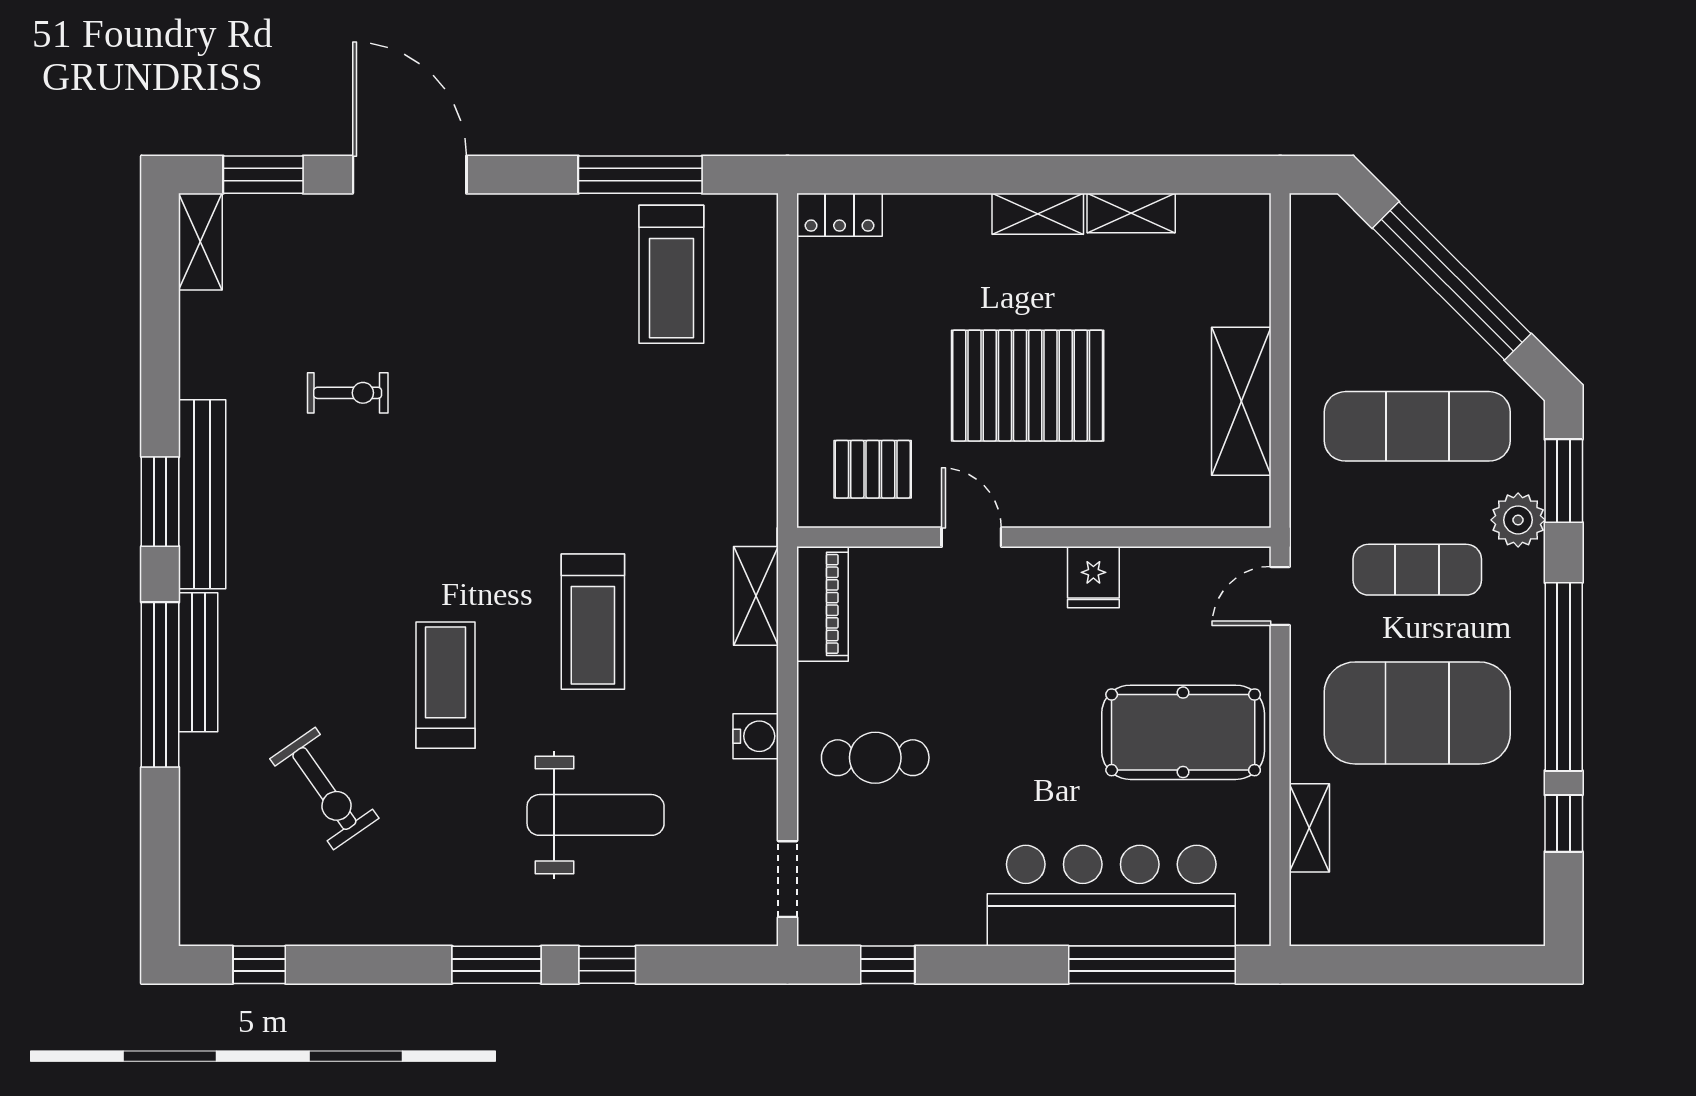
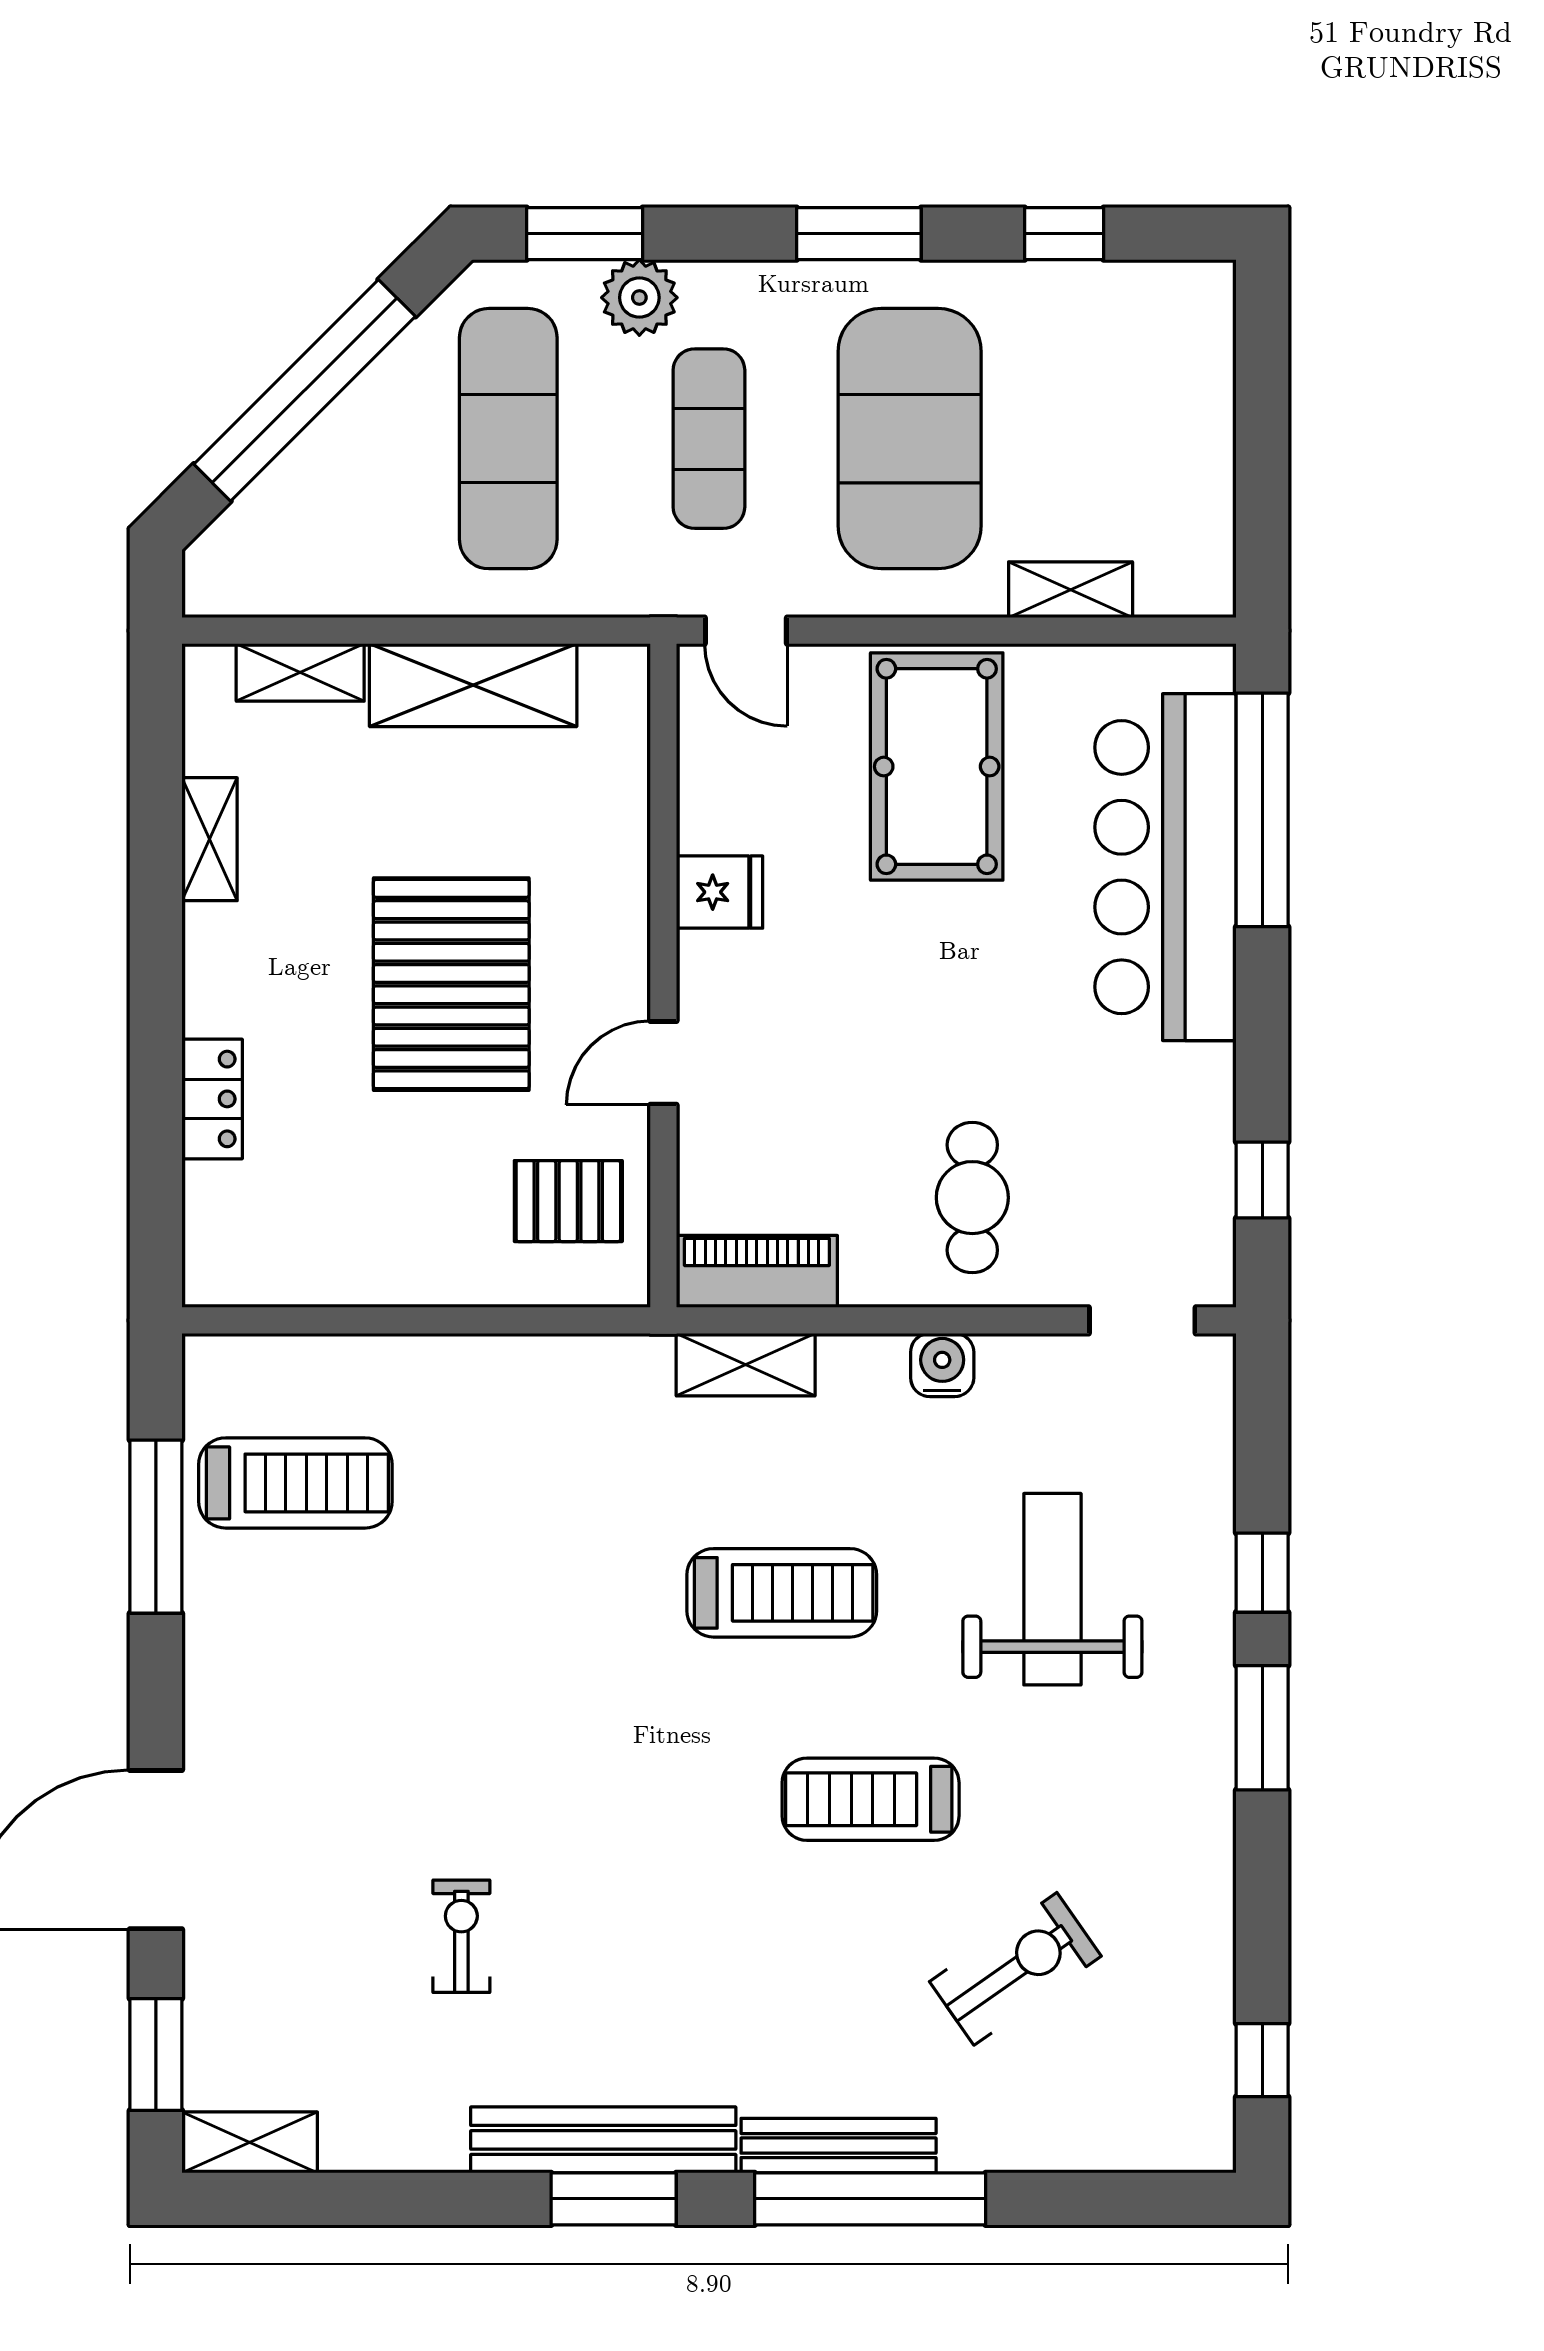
shelving: (1038, 214) -> (300, 672), moved, turned 90
locker: (840, 215) -> (212, 1099), moved
pallet: (873, 469) -> (568, 1201), turned 90
window: (1564, 677) -> (859, 234), width x0.47

